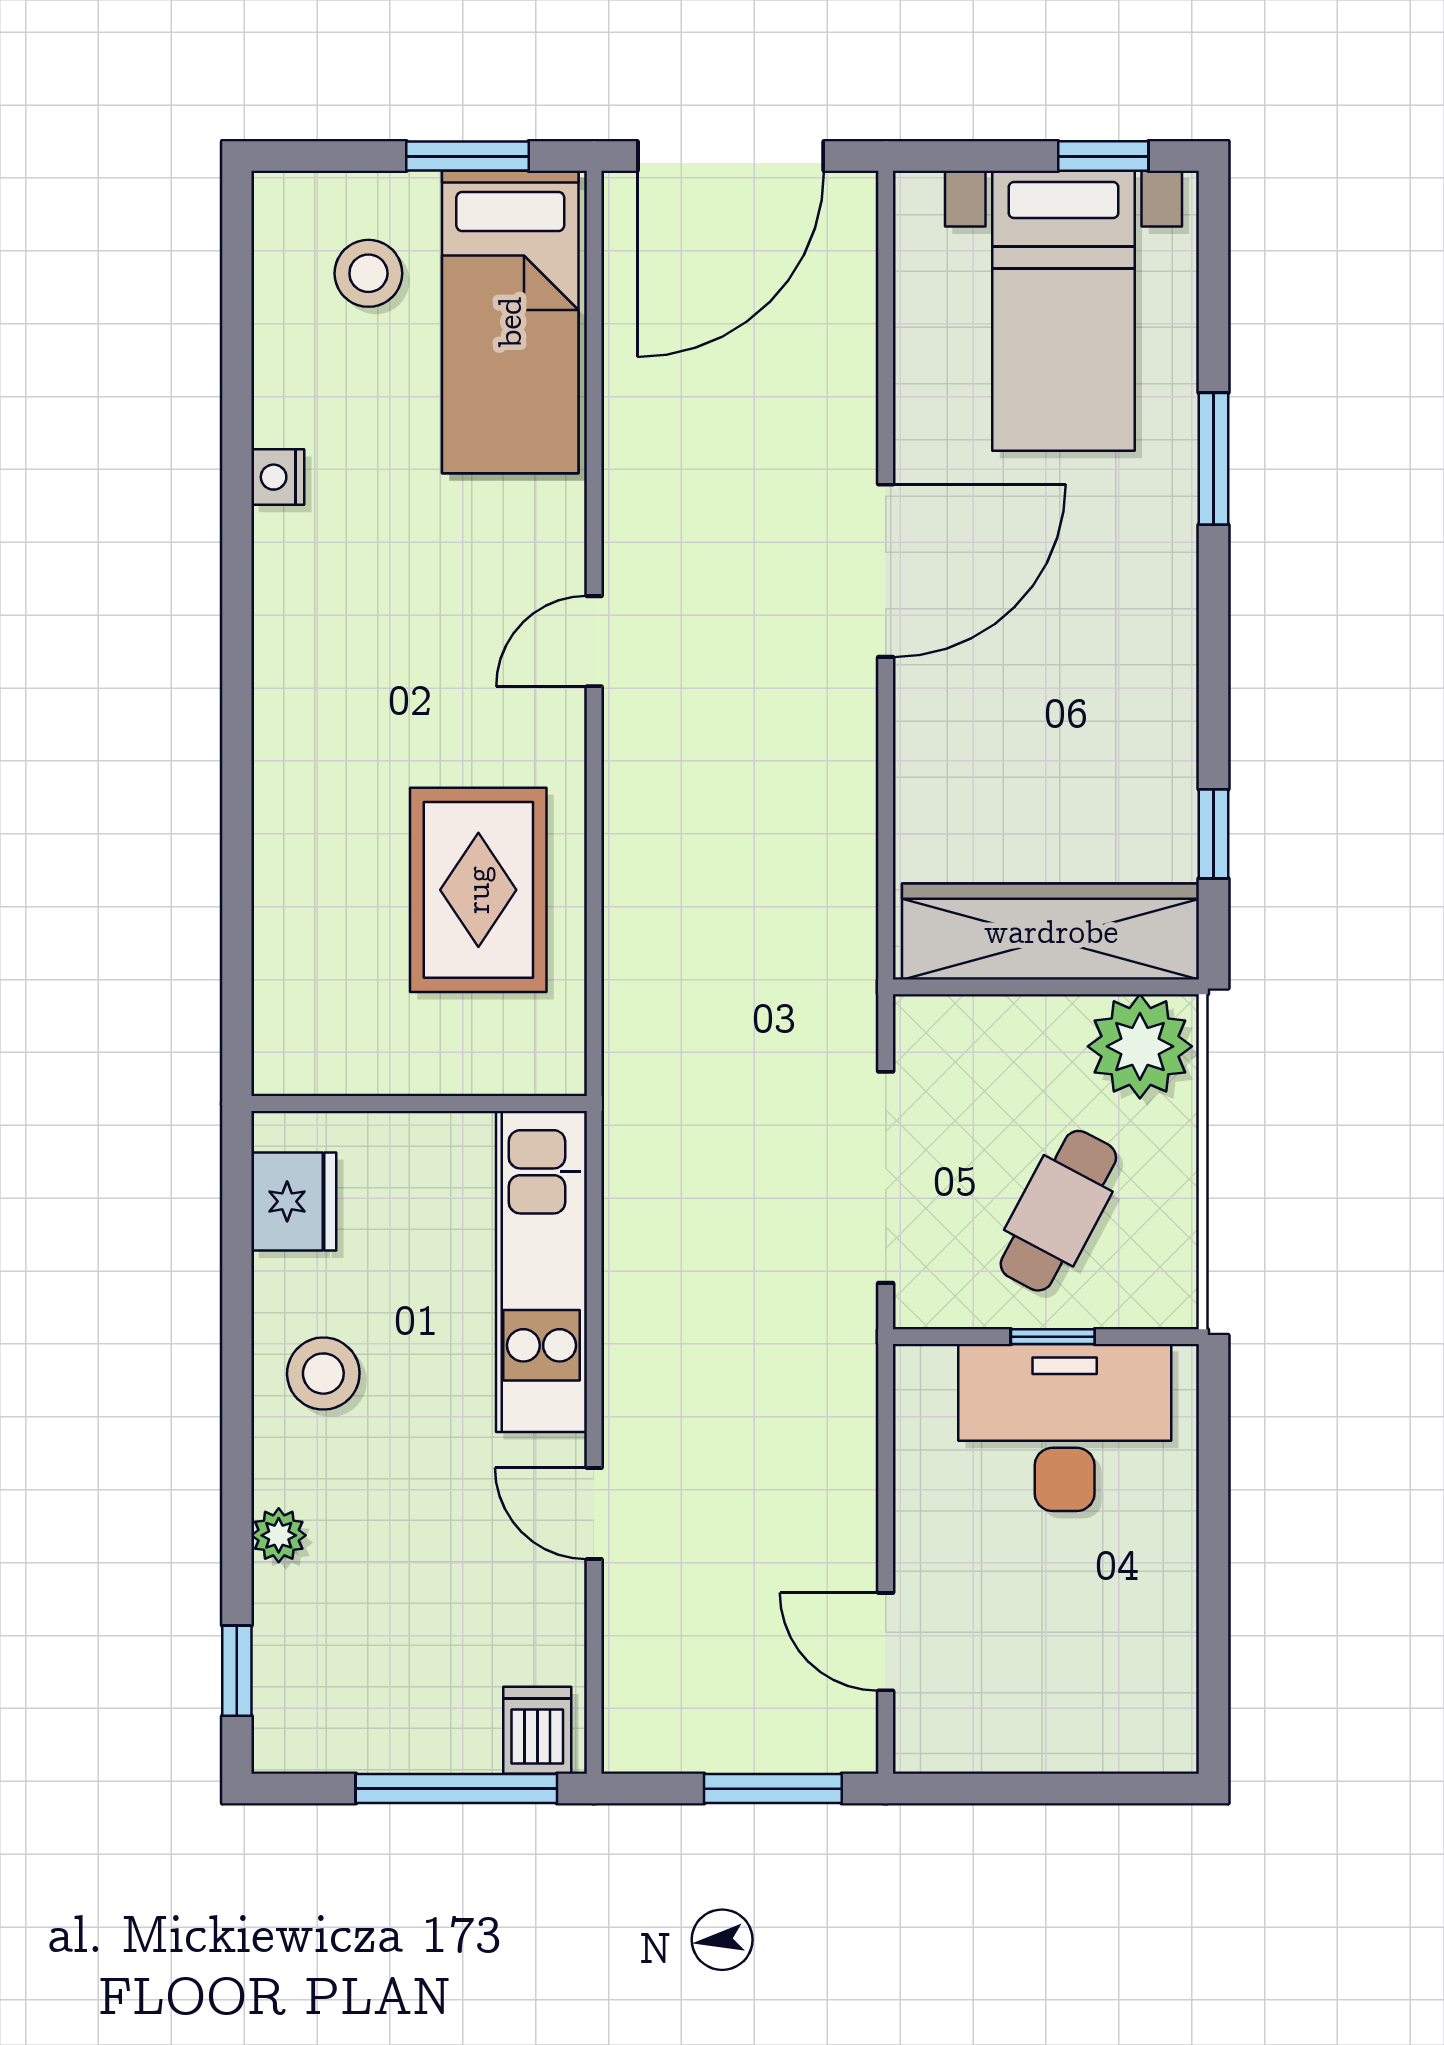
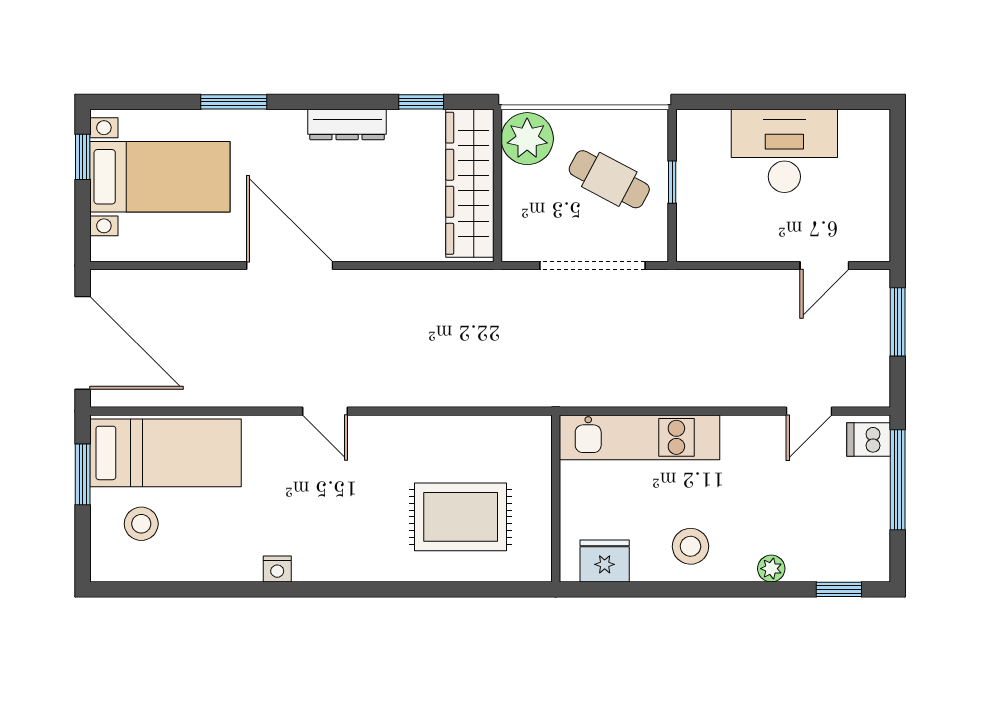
nightstand: (278, 477) -> (277, 569), moved
dresser: (1168, 686) -> (347, 124), added
rug: (478, 890) -> (461, 517), moved
desk: (1065, 1428) -> (784, 151), moved, turned 90
door: (594, 1513) -> (809, 411), moved

